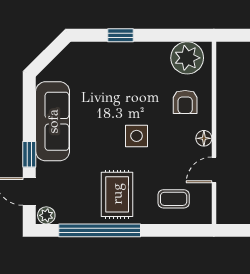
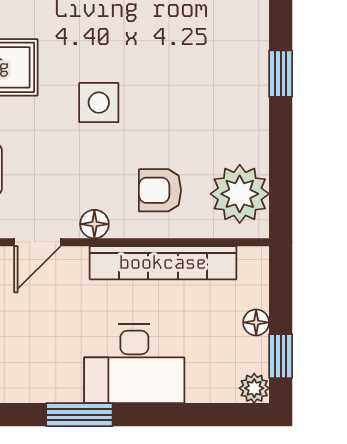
bookcase: (225, 100) -> (163, 263), added
door: (214, 170) -> (37, 242), swing flipped

